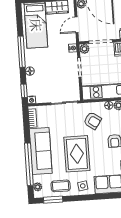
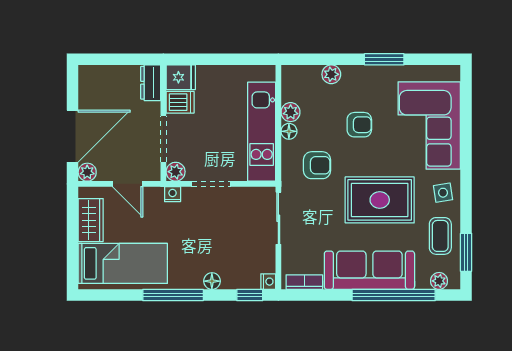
armchair: (92, 121) -> (317, 165), turned 55

